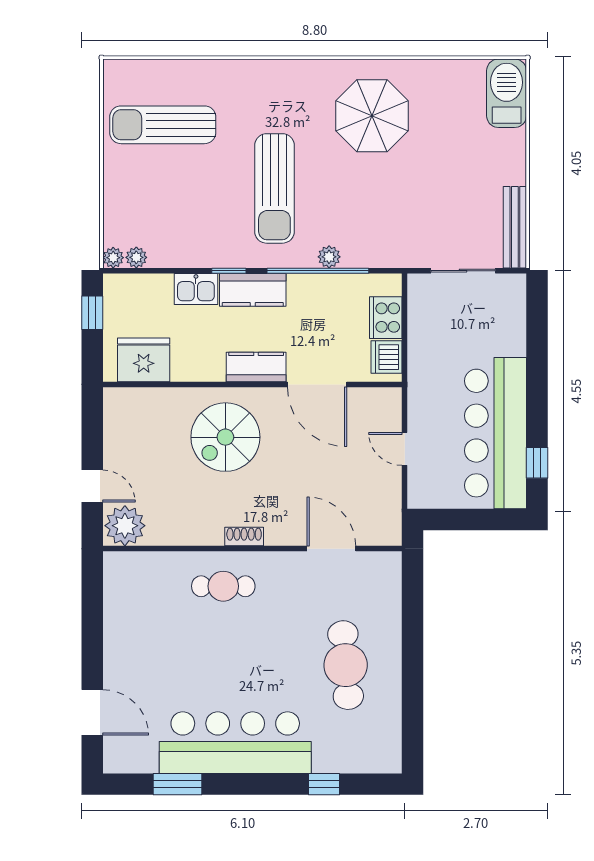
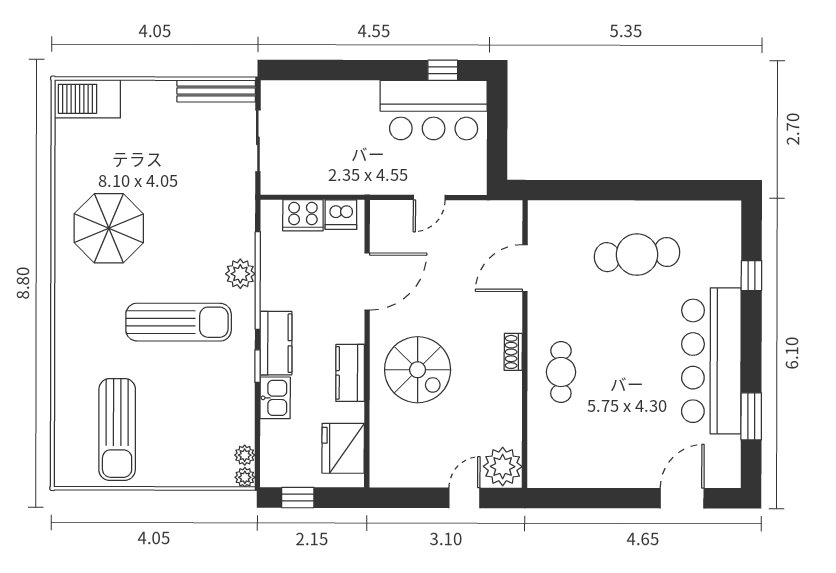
plant: (329, 257) -> (240, 274), width x1.38, depth x1.38
kitchen counter: (256, 367) -> (350, 373), moved
bar counter: (495, 433) -> (434, 110), width x0.73

